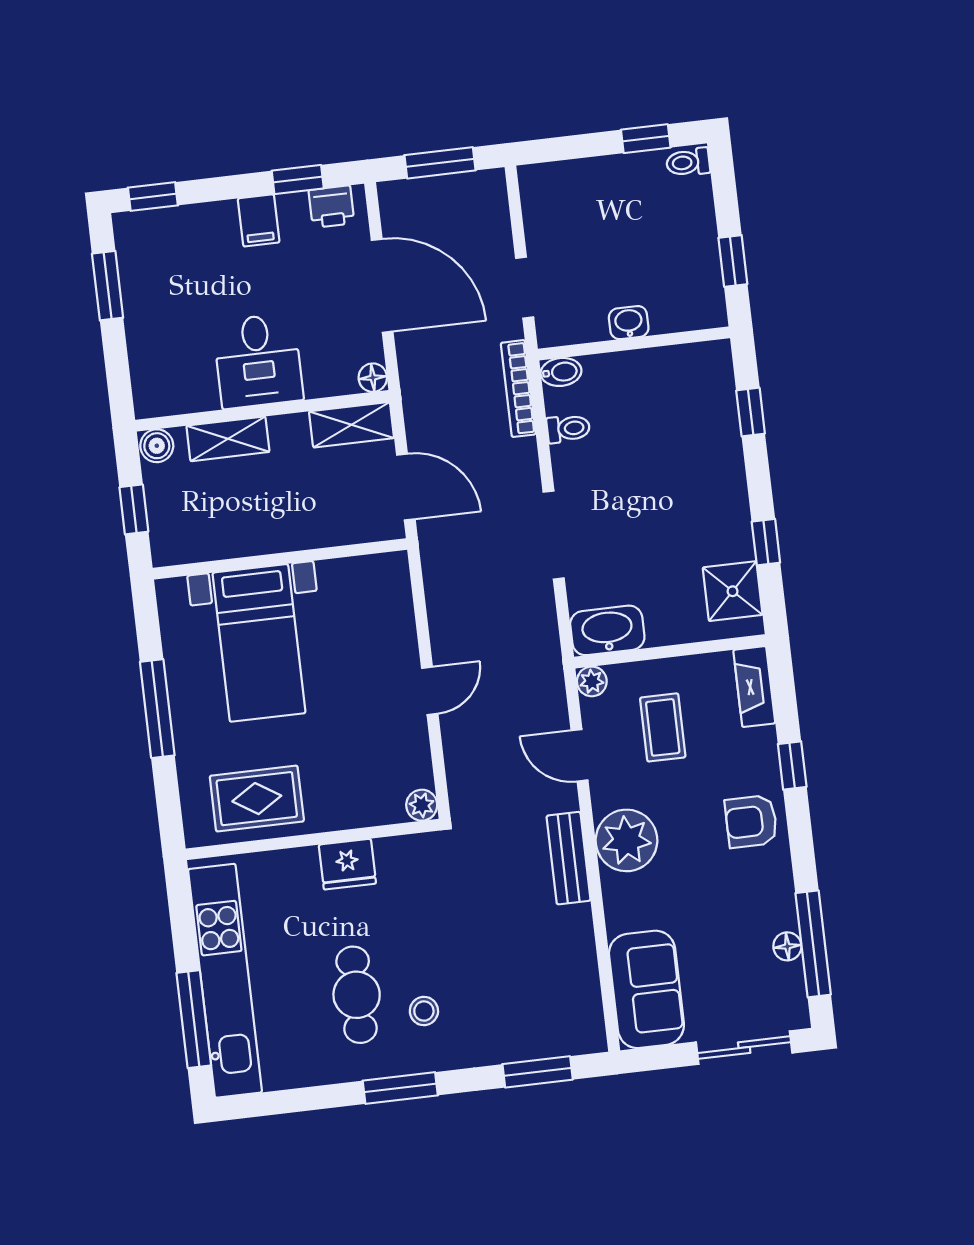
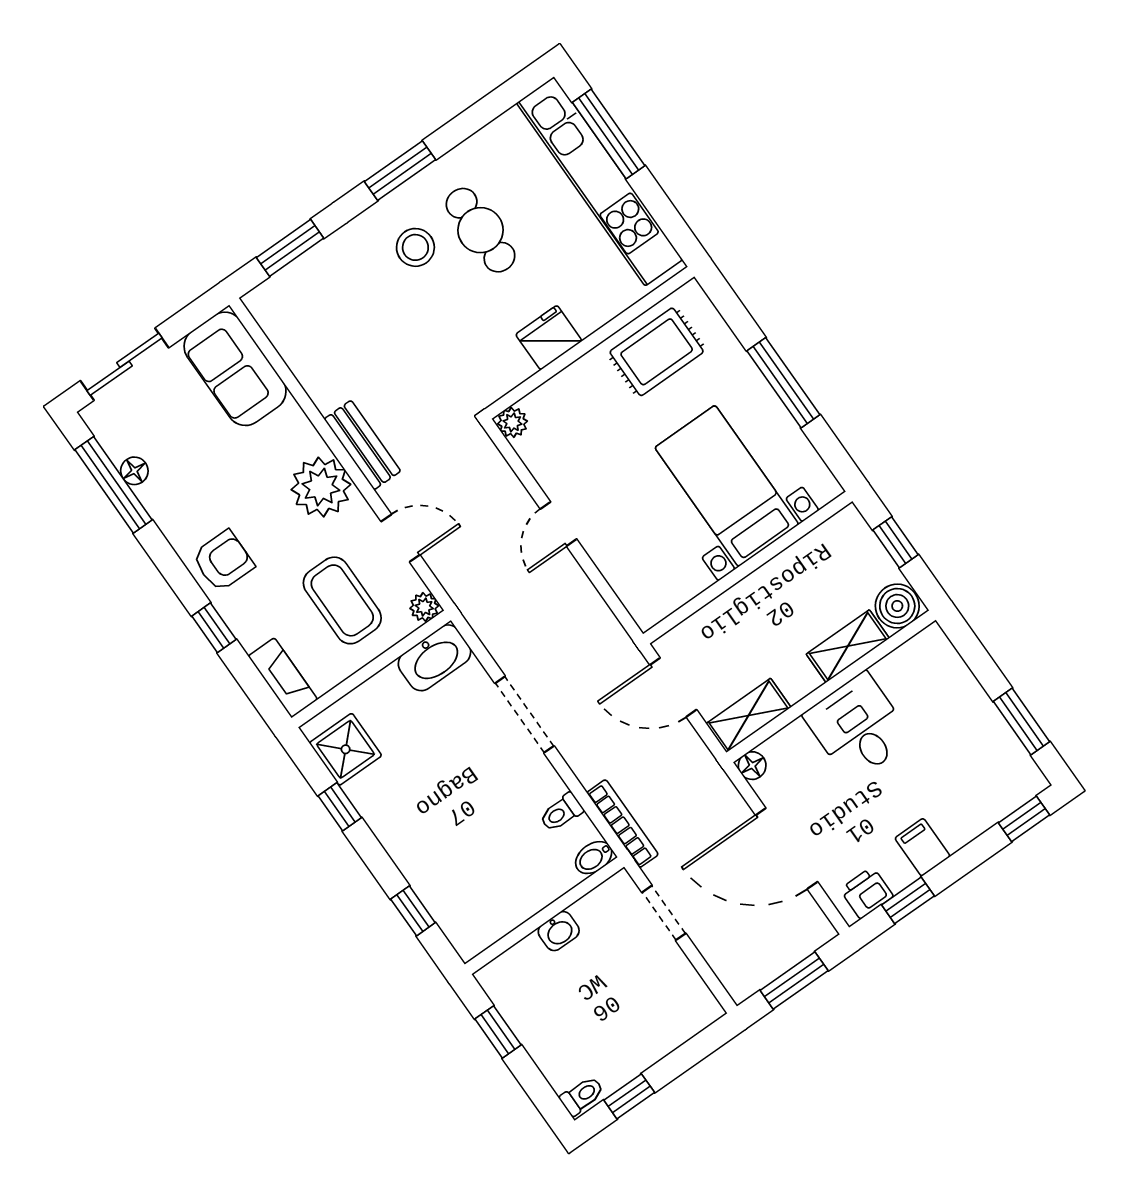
boiler: (157, 446) -> (897, 606), width x1.36, depth x1.36
coffee table: (663, 727) -> (342, 600), width x1.36, depth x1.30
stool: (424, 1011) -> (415, 247), width x1.37, depth x1.37

